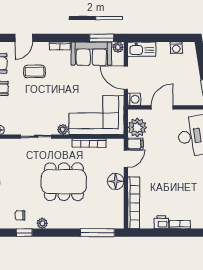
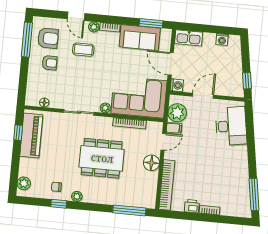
door: (24, 38) -> (76, 16), hinge flipped
plant: (118, 47) -> (94, 27), moved

